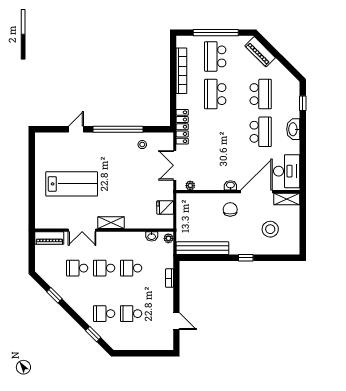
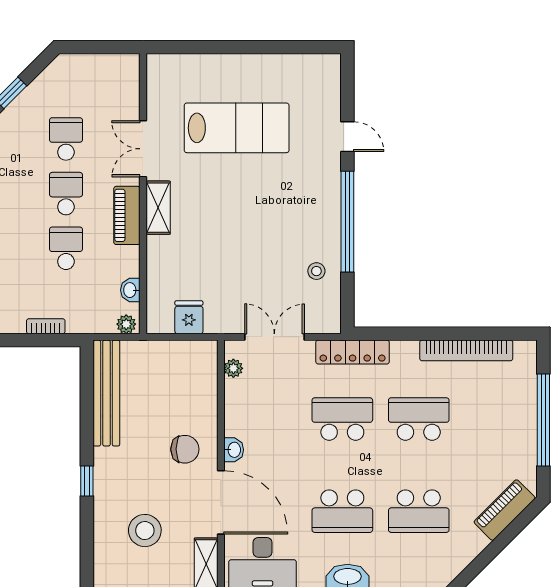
school desk: (215, 56) -> (342, 419), moved
lab bench: (72, 184) -> (237, 128), turned -90
piano: (49, 238) -> (127, 215), moved

